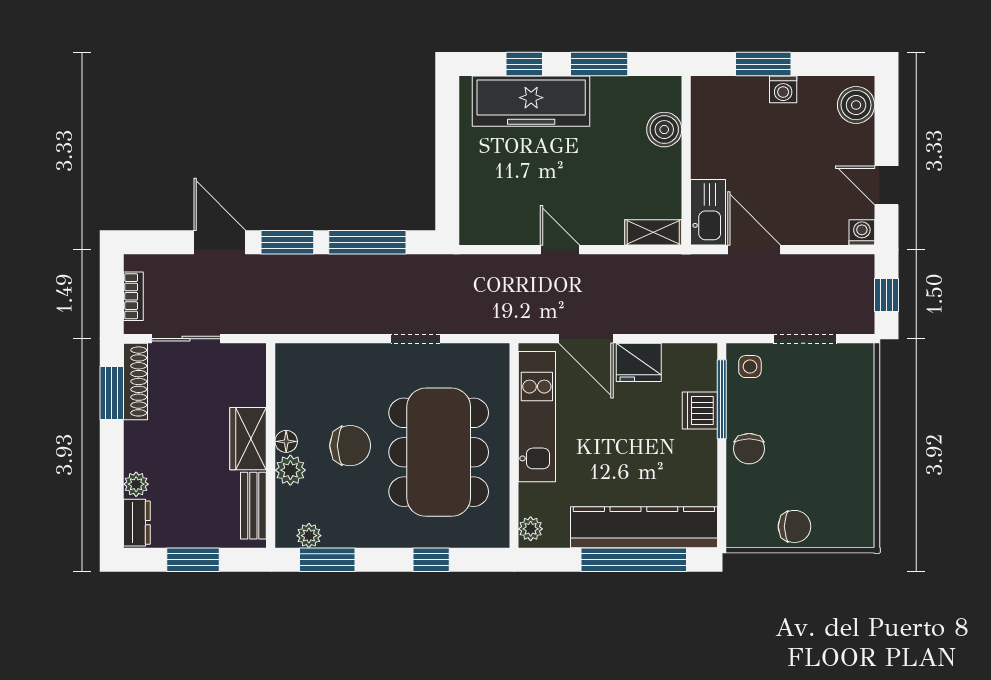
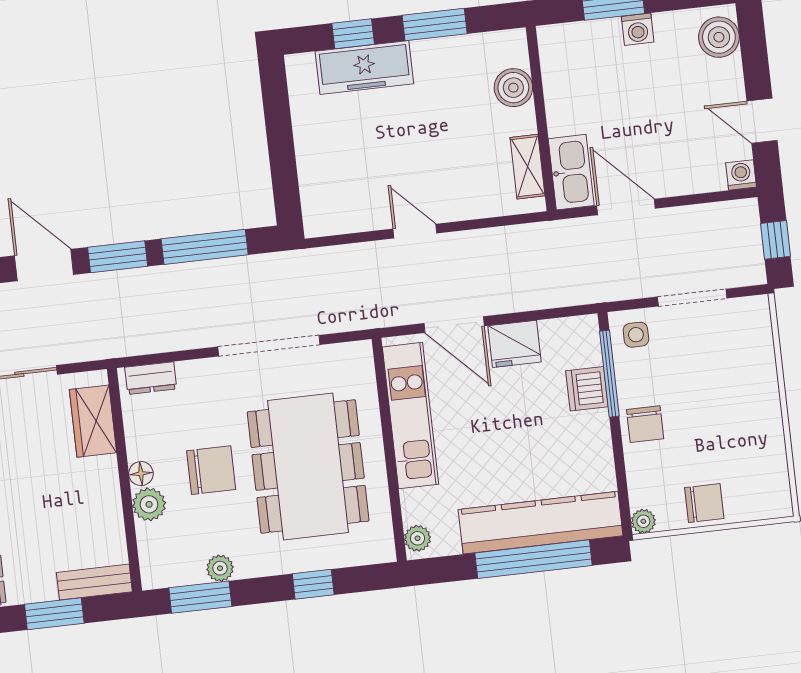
freezer: (531, 101) -> (364, 68), width x0.73, depth x0.79
shelving: (653, 232) -> (528, 167), moved, turned 90
doorway: (416, 339) -> (269, 346), width x1.87
dresser: (305, 356) -> (151, 378), added
wardrobe: (248, 439) -> (93, 421), moved
bench: (253, 506) -> (94, 582), moved, turned 90
plant: (309, 536) -> (220, 568), moved
plant: (737, 537) -> (643, 521), added

